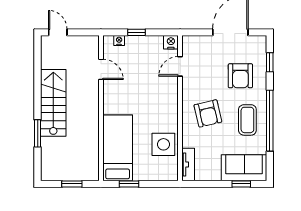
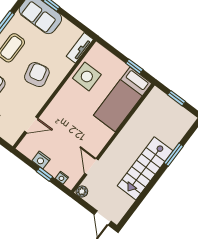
plant: (93, 42) -> (82, 191), added
nightstand: (171, 42) -> (41, 160), moved

